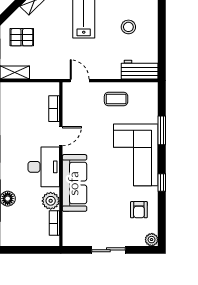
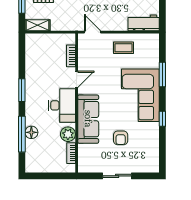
armchair: (139, 210) -> (121, 138), moved
plant: (152, 240) -> (154, 167), removed

